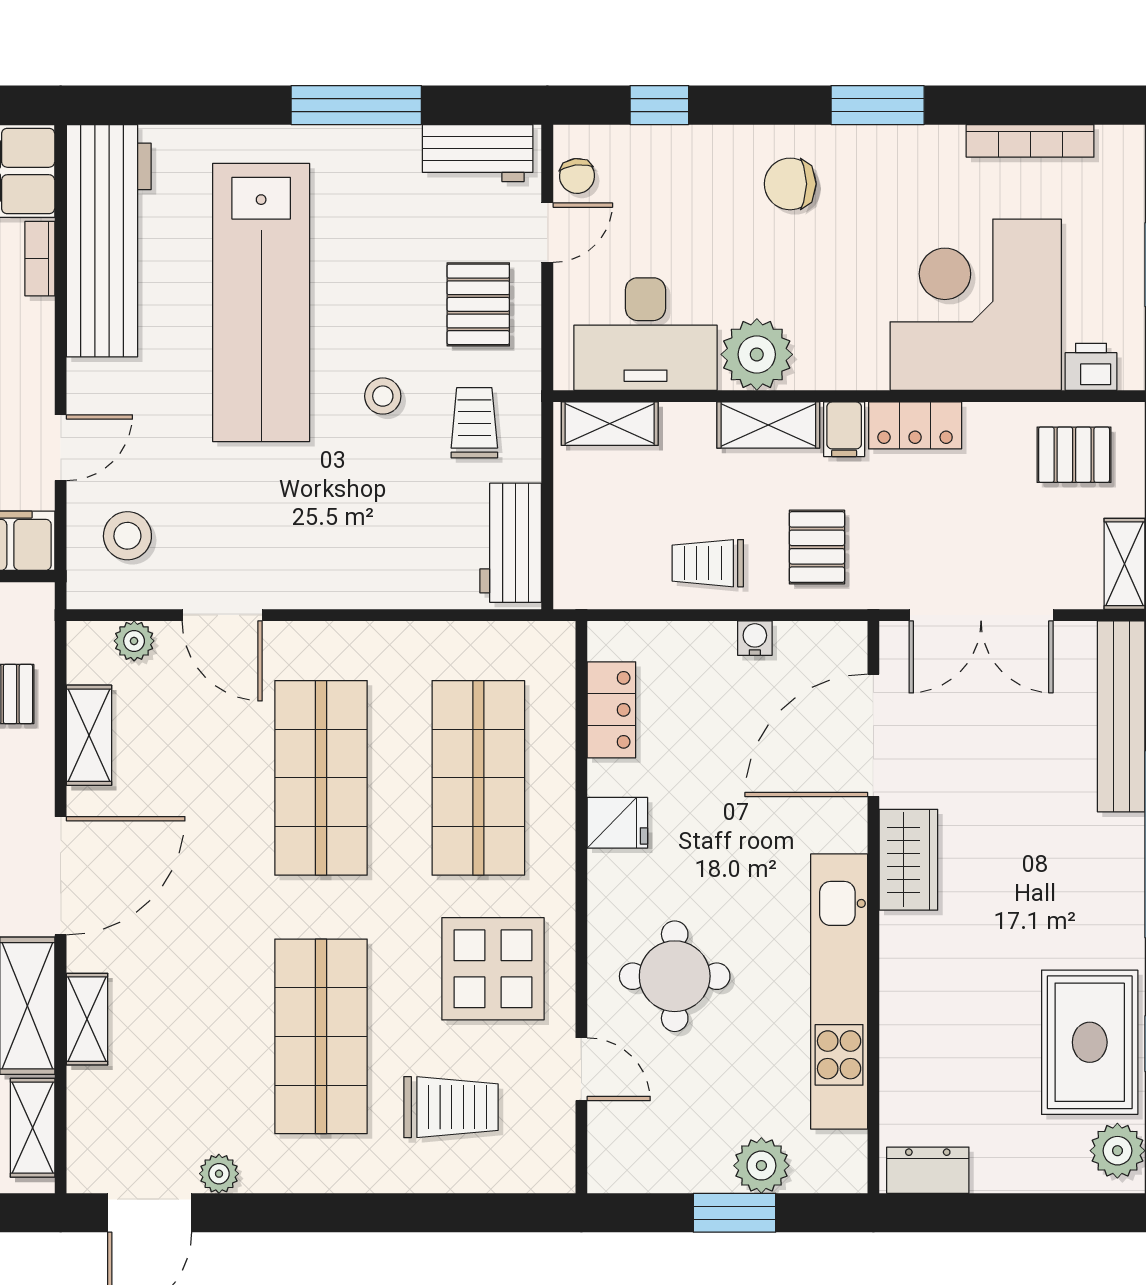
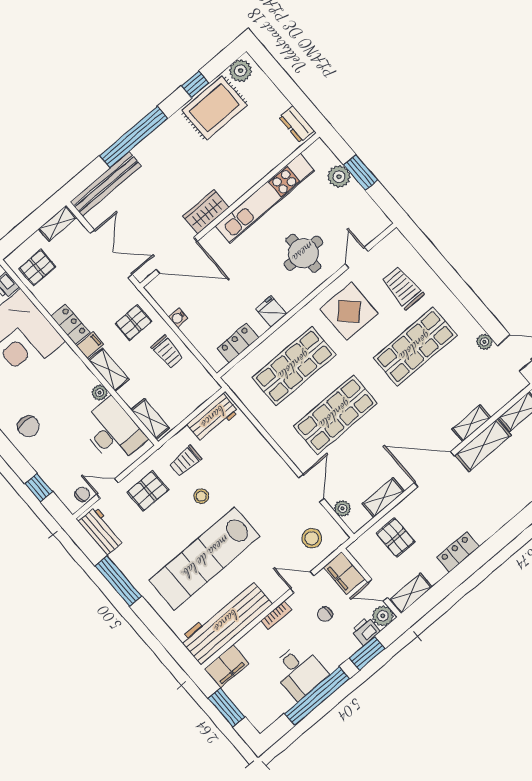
bookcase: (40, 259) -> (276, 615), moved
lab bench: (261, 302) -> (205, 558), turned 180
plant: (757, 354) -> (100, 393), width x0.53, depth x0.53
pallet: (1074, 455) -> (37, 267), turned 90

